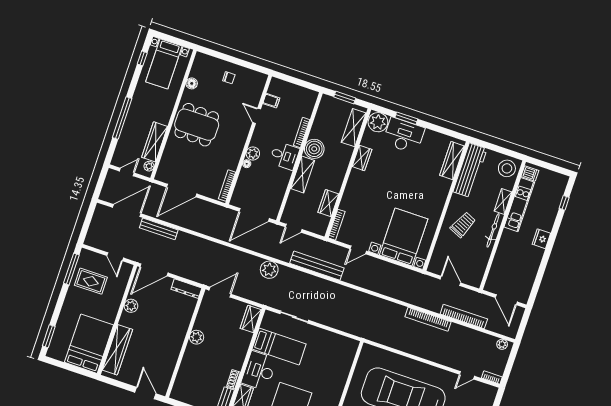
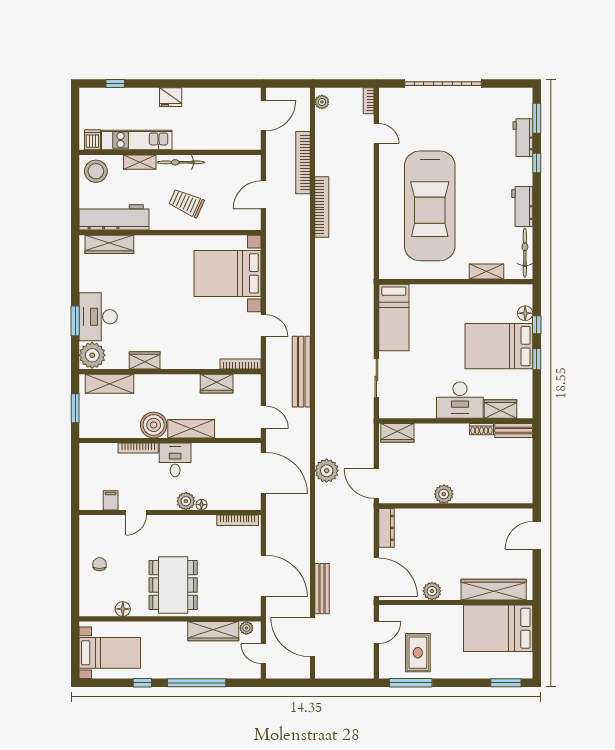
window: (142, 58) -> (142, 683), moved
plant: (269, 270) -> (327, 471), moved
bed: (279, 346) -> (394, 318), moved, turned 180

